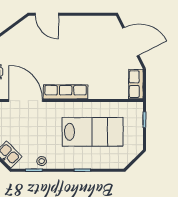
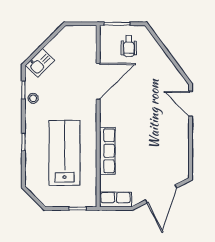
door: (47, 14) -> (191, 104), hinge flipped
row of seats: (66, 92) -> (107, 151), moved
lab bench: (93, 132) -> (65, 153), turned 180

